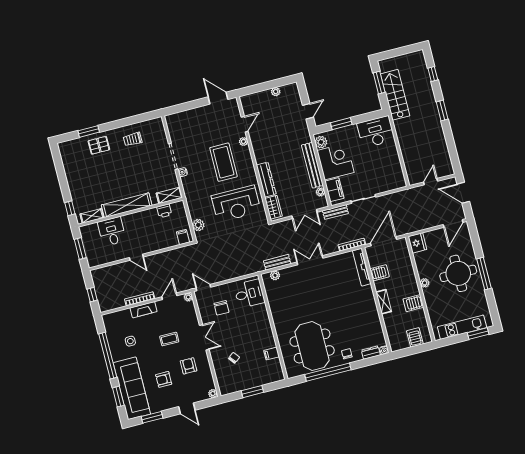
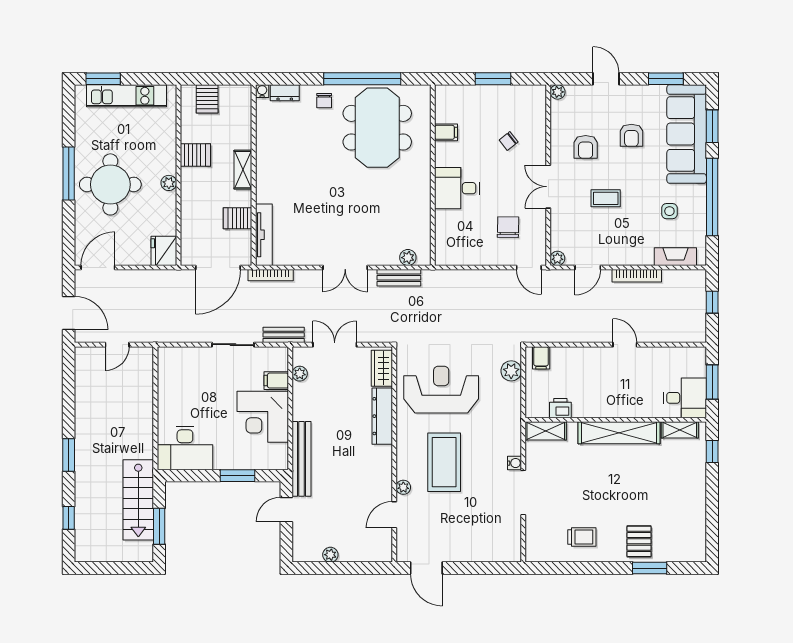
plant: (321, 142) -> (278, 454), removed
pallet: (99, 145) -> (639, 541), turned 90
bench: (312, 165) -> (301, 459), moved
filing cabinet: (334, 190) -> (276, 381), width x0.50
desk: (112, 231) -> (685, 398), moved, turned -90
desk: (249, 294) -> (457, 188), moved
fireplace: (144, 310) -> (675, 257), moved
armchair: (164, 379) -> (631, 135), turned 90

